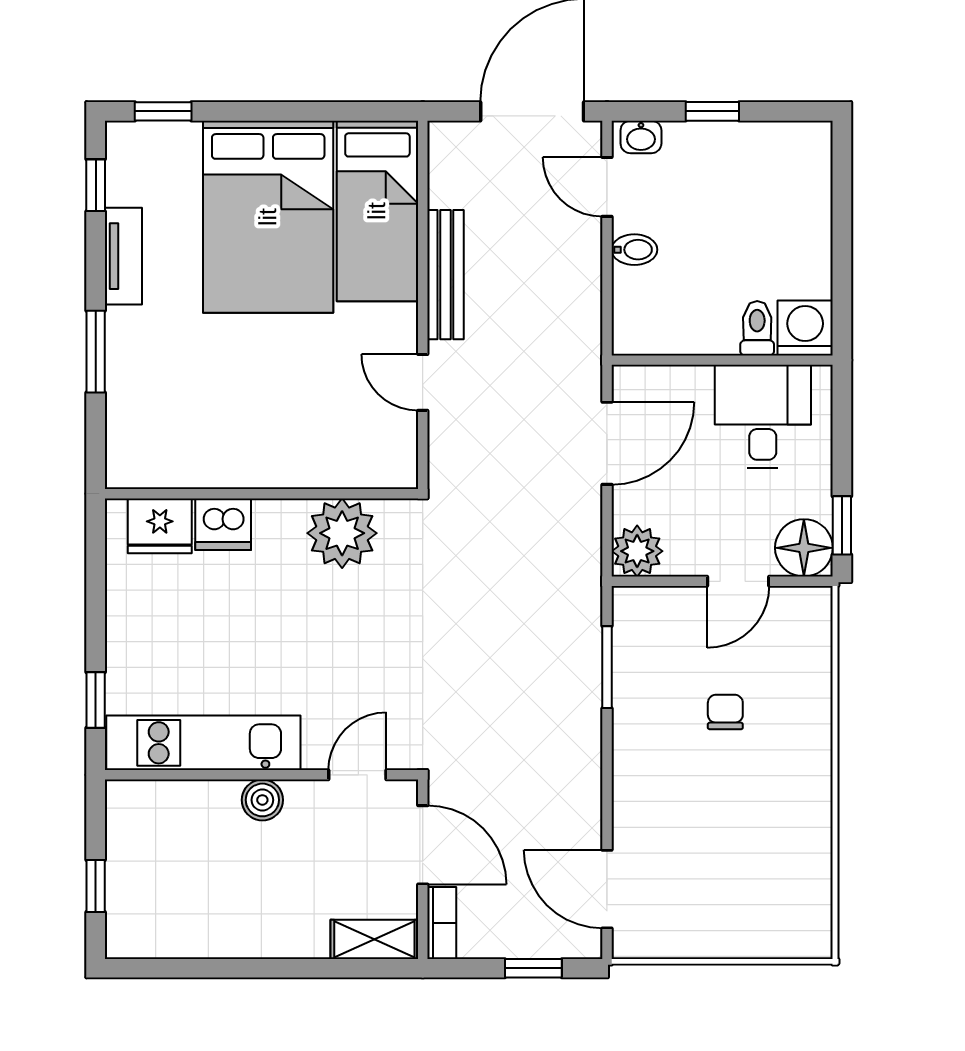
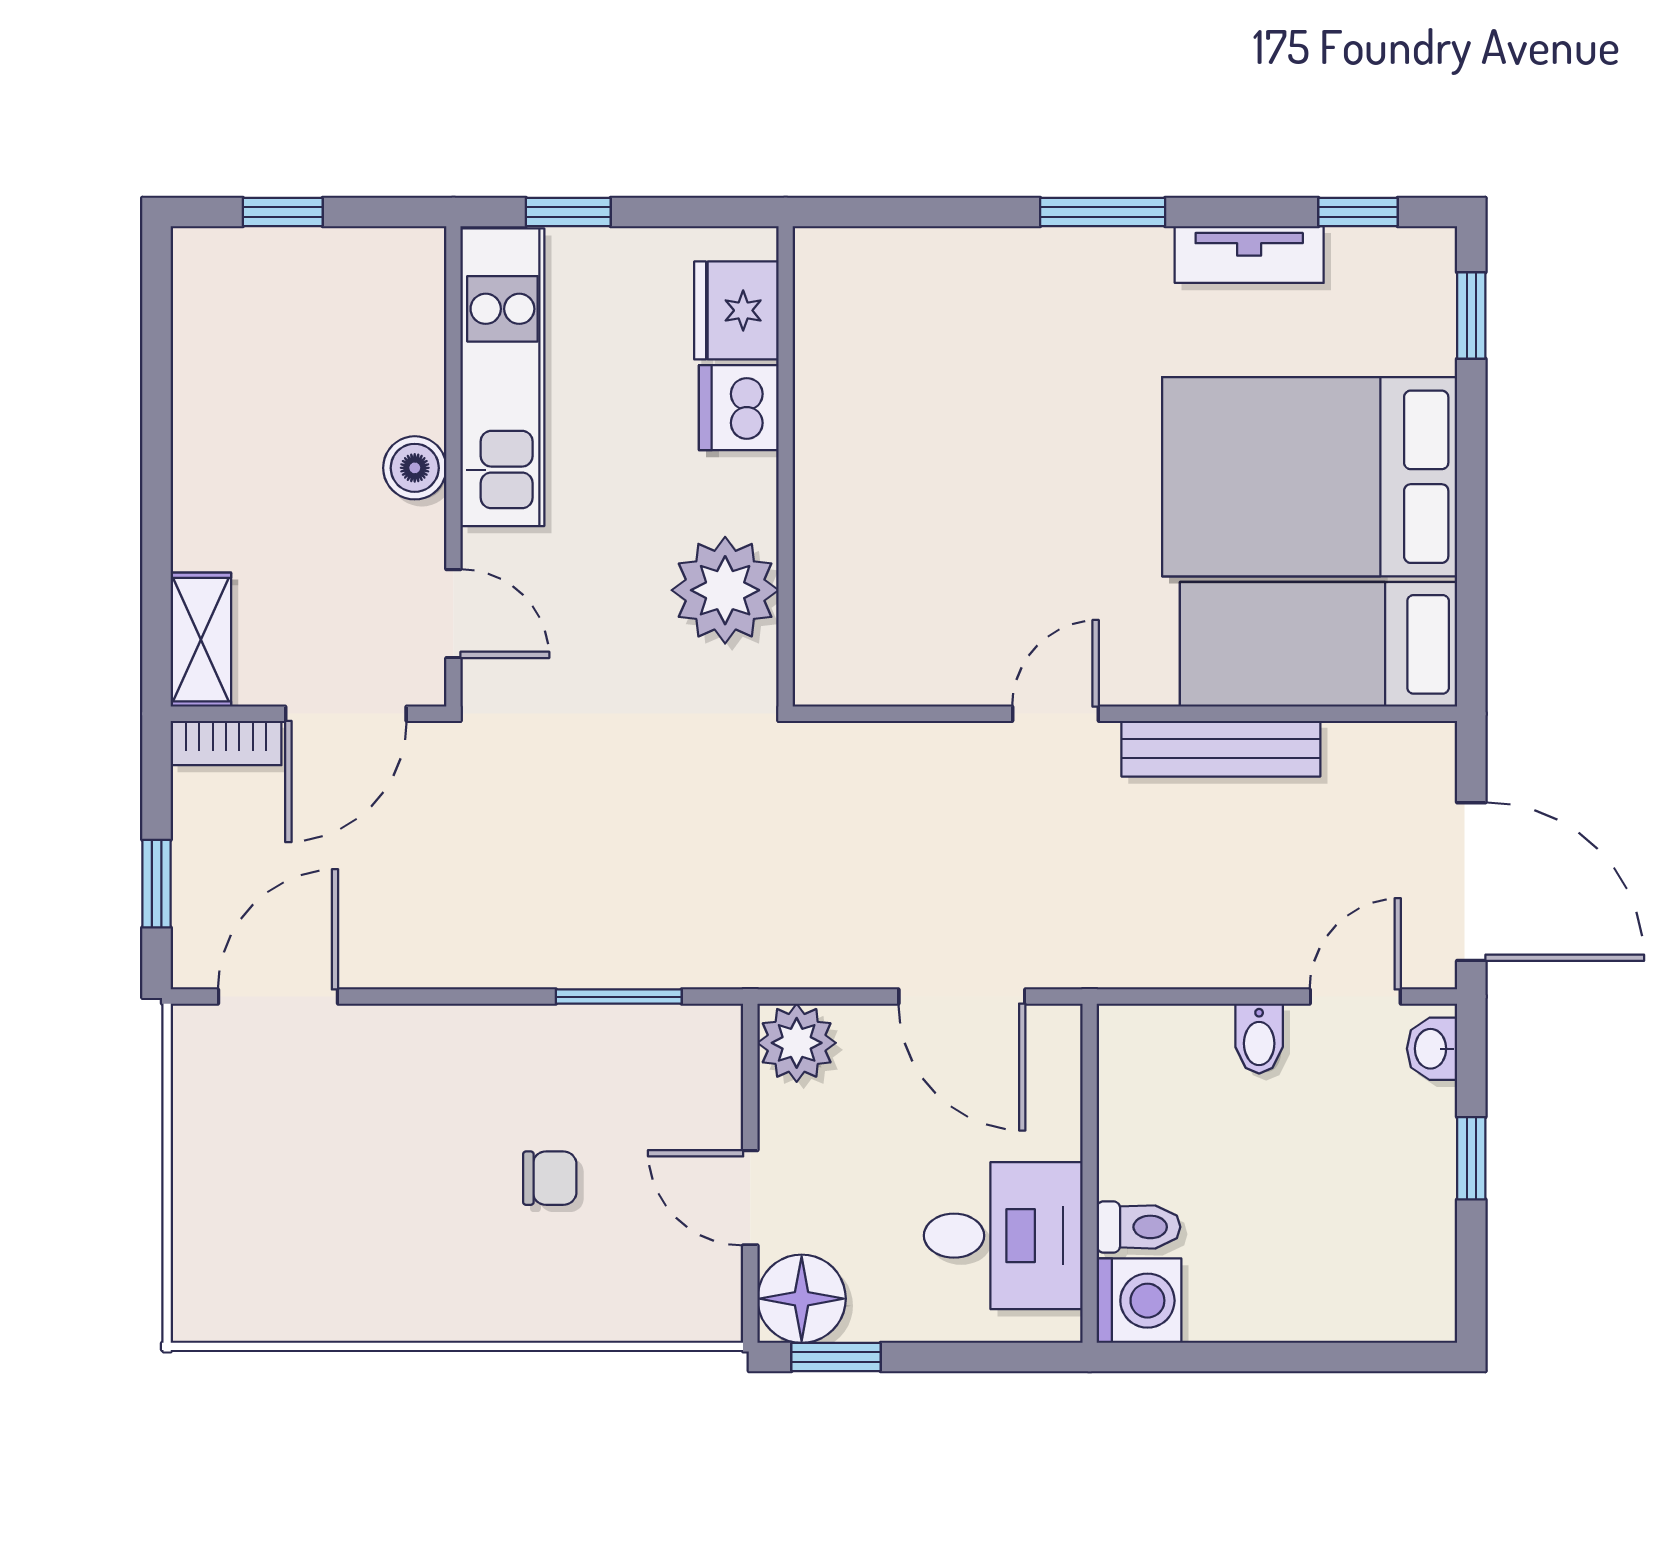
wall: (261, 494) -> (786, 466), moved
dishwasher: (223, 524) -> (739, 408), moved
fridge: (160, 526) -> (736, 310), moved
plant: (342, 533) -> (725, 590), moved

